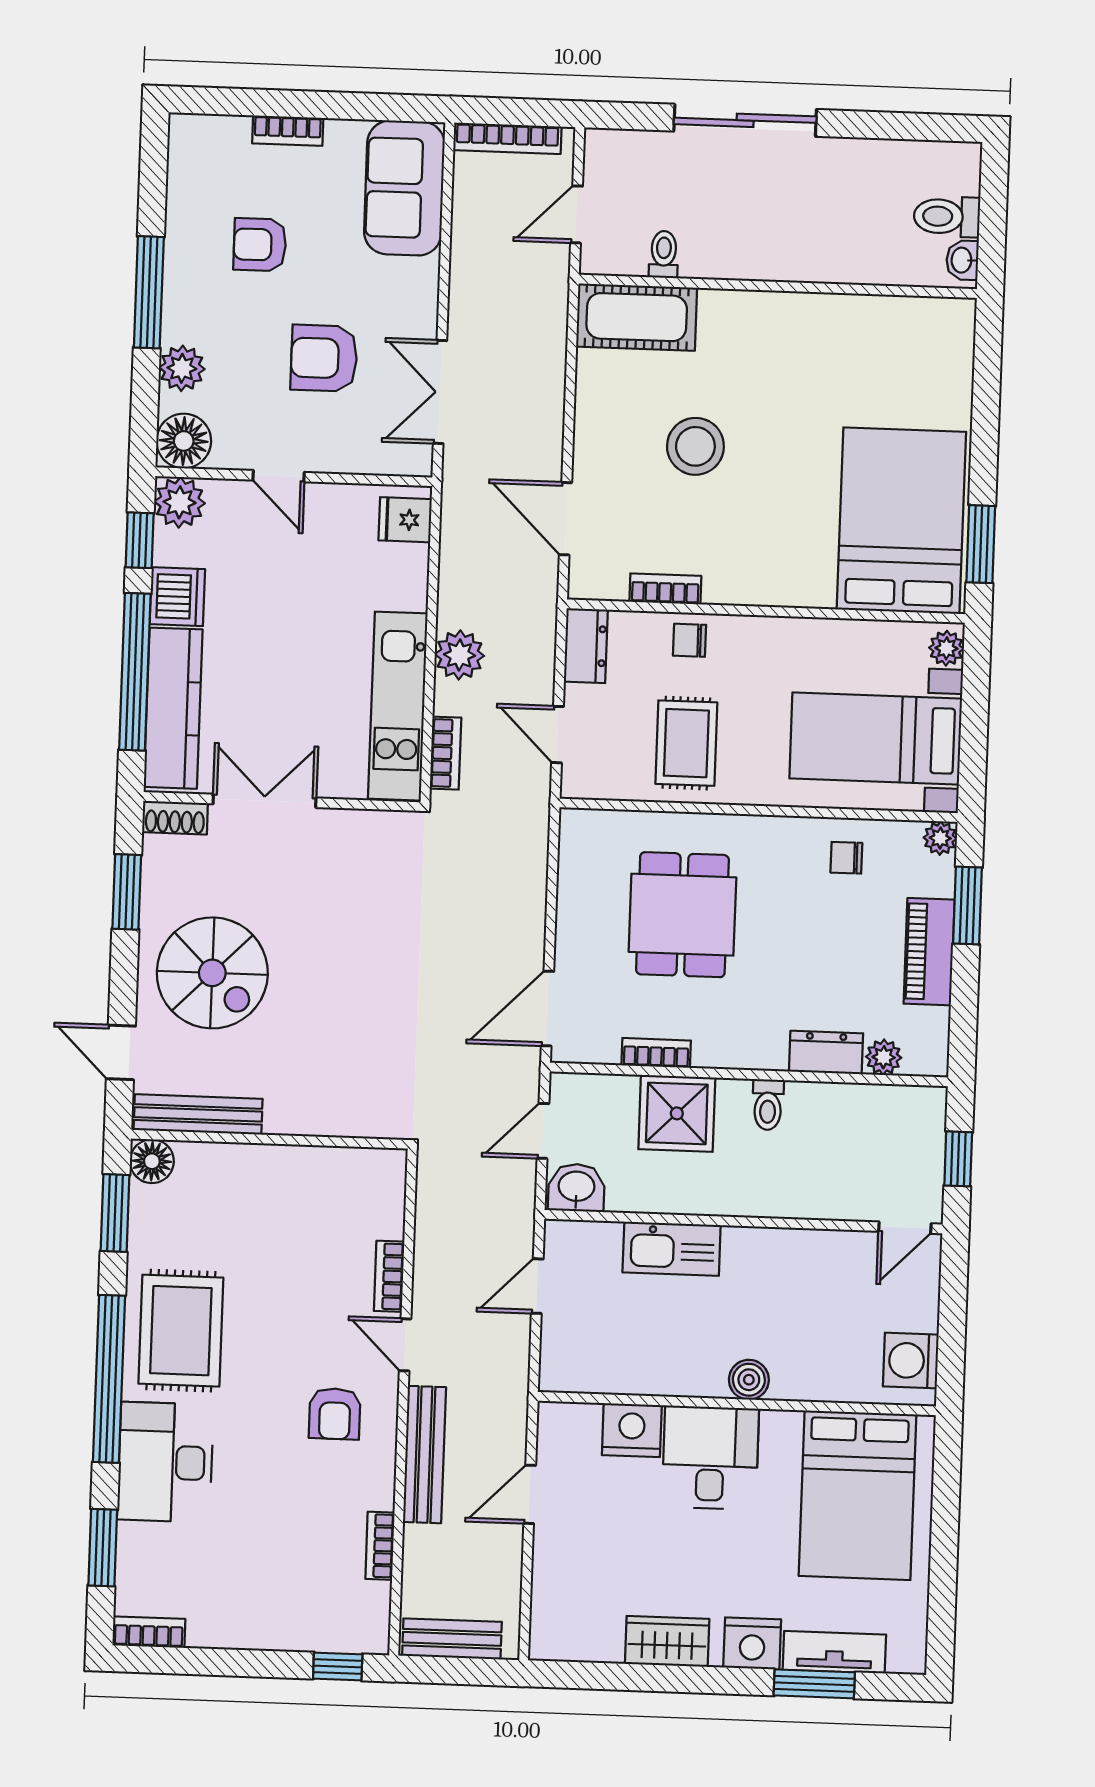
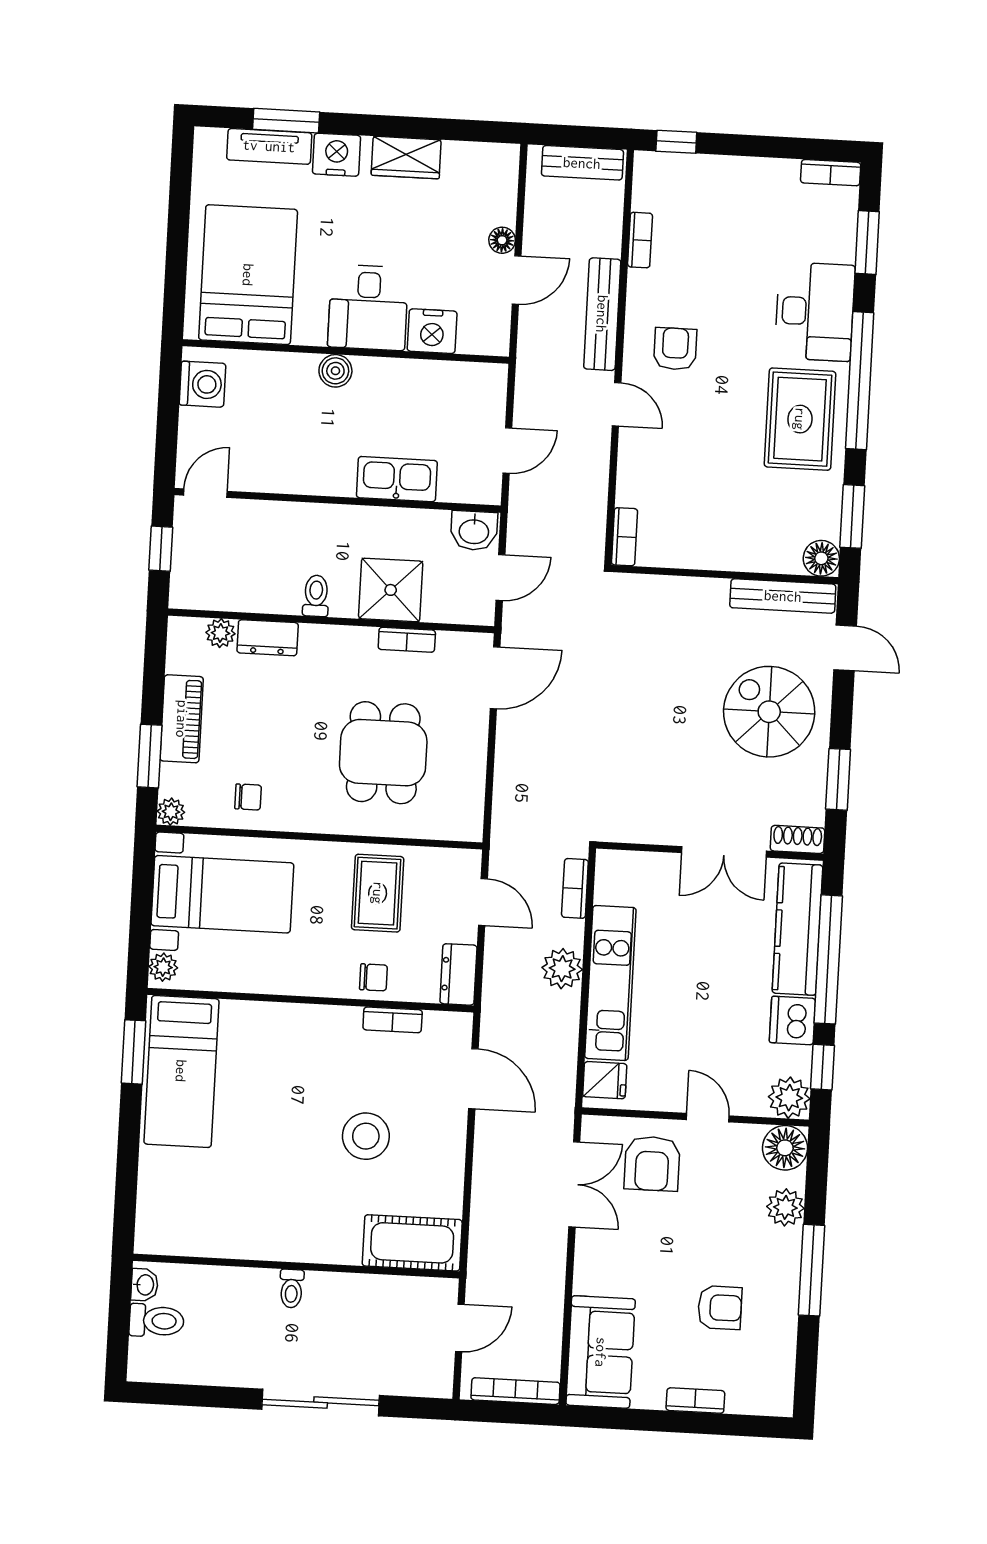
toilet: (664, 254) -> (291, 1289), moved
armchair: (324, 358) -> (652, 1164), moved, turned 90
bed: (901, 521) -> (181, 1071), width x0.67
kitchen unit: (398, 706) -> (610, 983), moved
bookcase: (389, 1276) -> (624, 537), moved
floor lamp: (548, 1543) -> (502, 240), added

